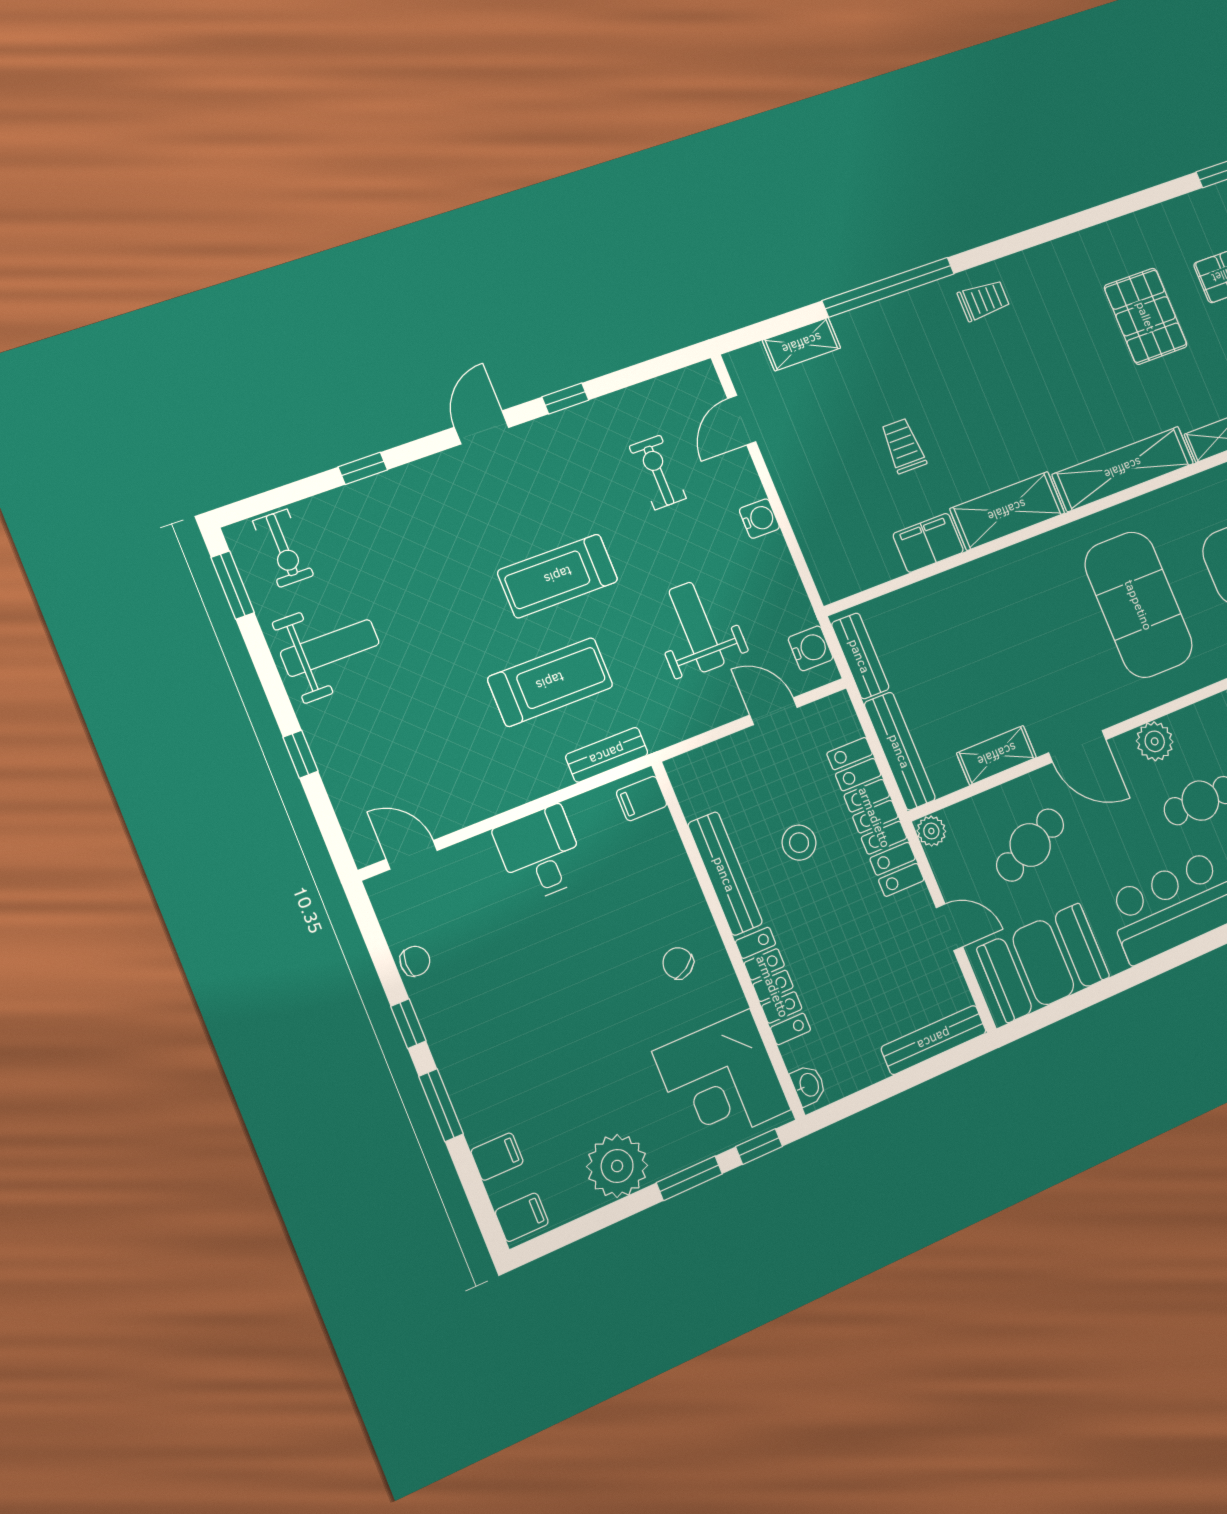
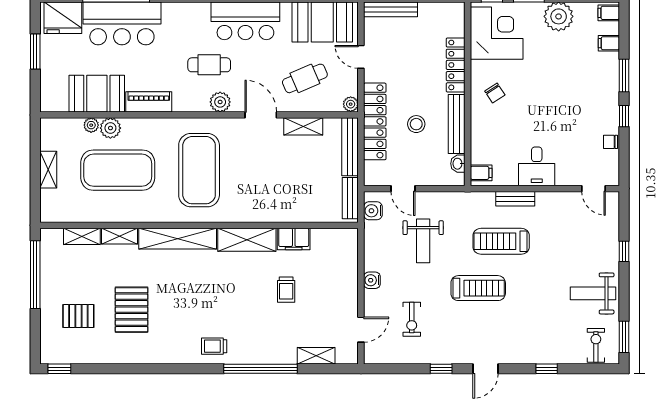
bench: (607, 755) -> (515, 199), moved
washbasin: (808, 1085) -> (458, 164), moved

